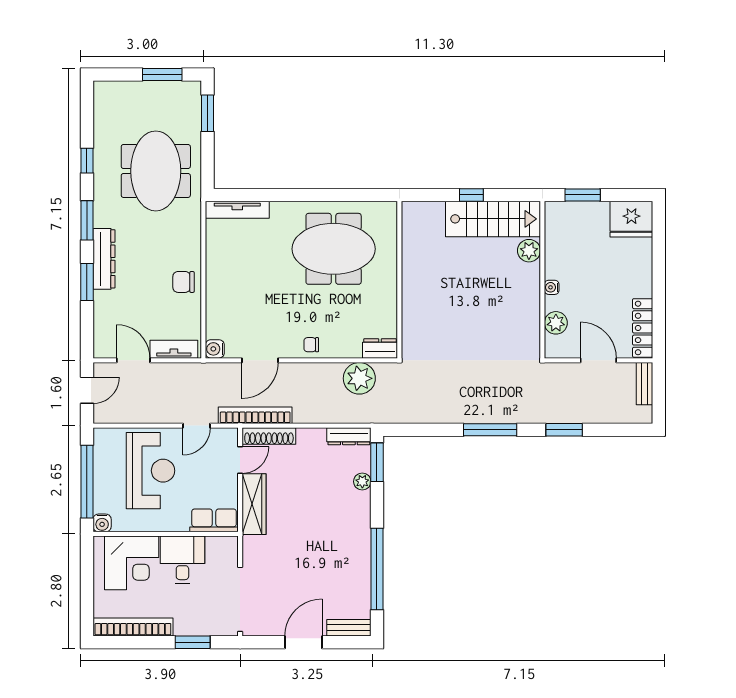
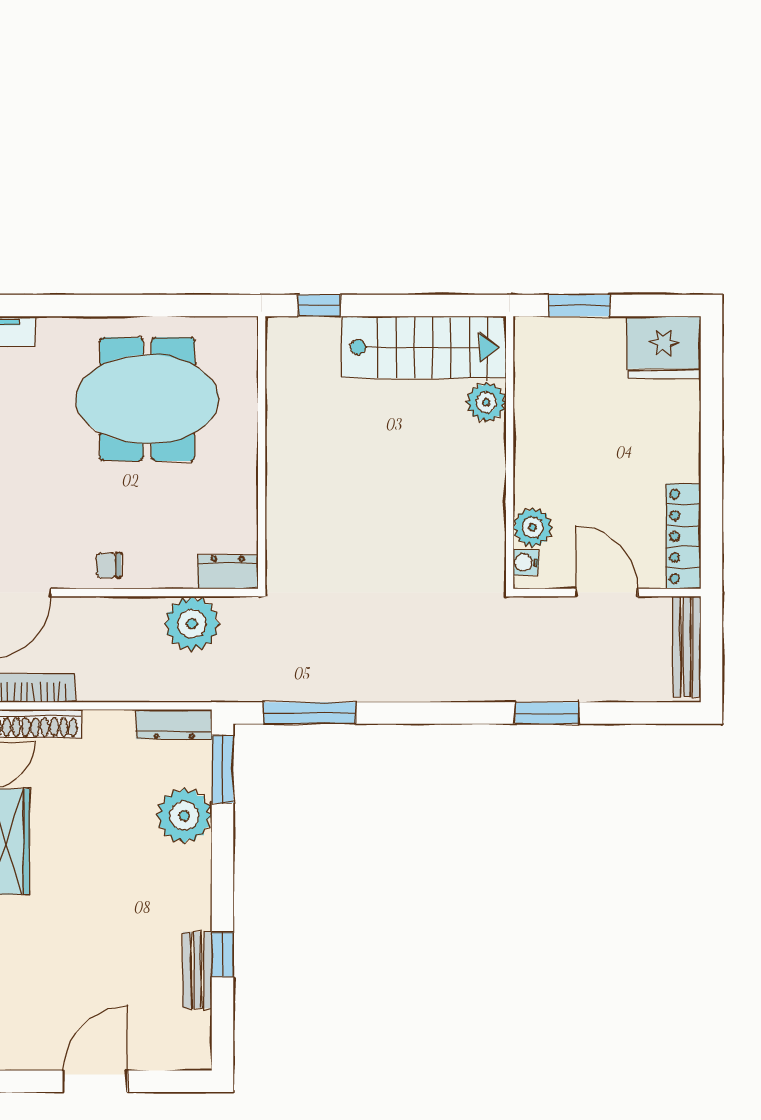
window: (471, 195) -> (319, 306), moved
water cooler: (552, 287) -> (526, 563), moved
bench: (645, 384) -> (687, 646), width x1.36
window: (490, 430) -> (310, 713), moved
plant: (362, 482) -> (184, 816), width x1.88, depth x1.88
window: (377, 569) -> (223, 954), width x0.32
bench: (349, 628) -> (197, 970), moved, turned 90

